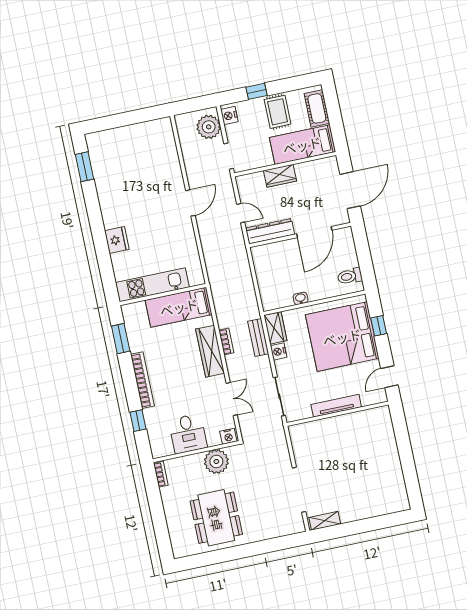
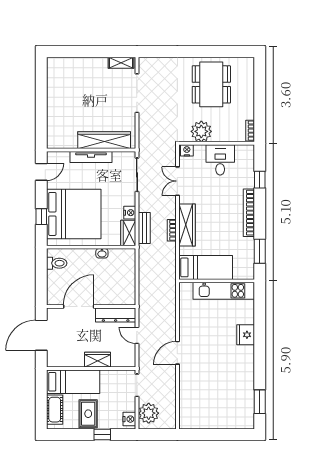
wardrobe: (325, 428) -> (104, 140), added

